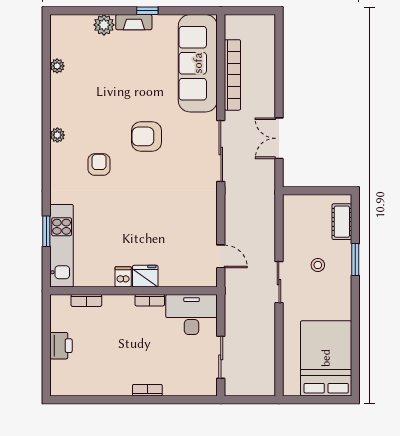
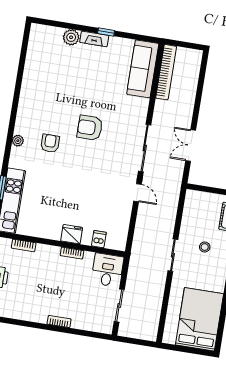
sofa: (198, 63) -> (143, 69), width x0.74, depth x0.79
plant: (57, 66) -> (30, 63), removed
bookcase: (232, 75) -> (166, 72), moved
plant: (57, 135) -> (18, 141), moved
door: (221, 256) -> (137, 193), moved
dishwasher: (123, 277) -> (99, 239), moved
desk: (191, 315) -> (107, 270), width x0.73

